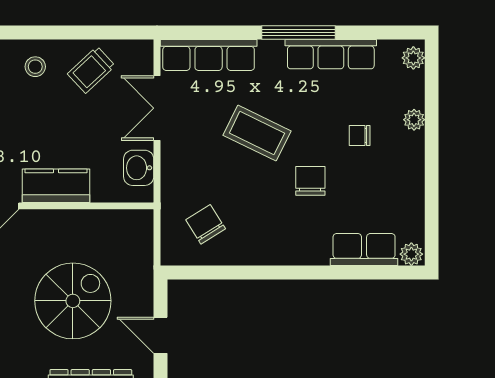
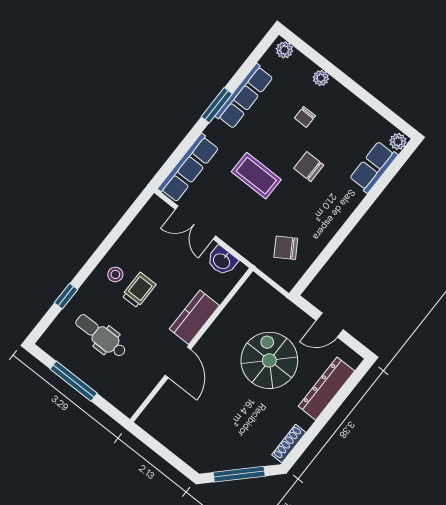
window: (299, 33) -> (217, 105), width x0.69
trolley: (91, 70) -> (139, 290), moved, turned -137
coffee table: (257, 133) -> (256, 176), turned 64

